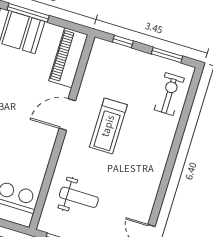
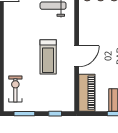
exercise bike: (169, 94) -> (15, 89), turned 180
treadmill: (108, 126) -> (48, 57), turned 180

